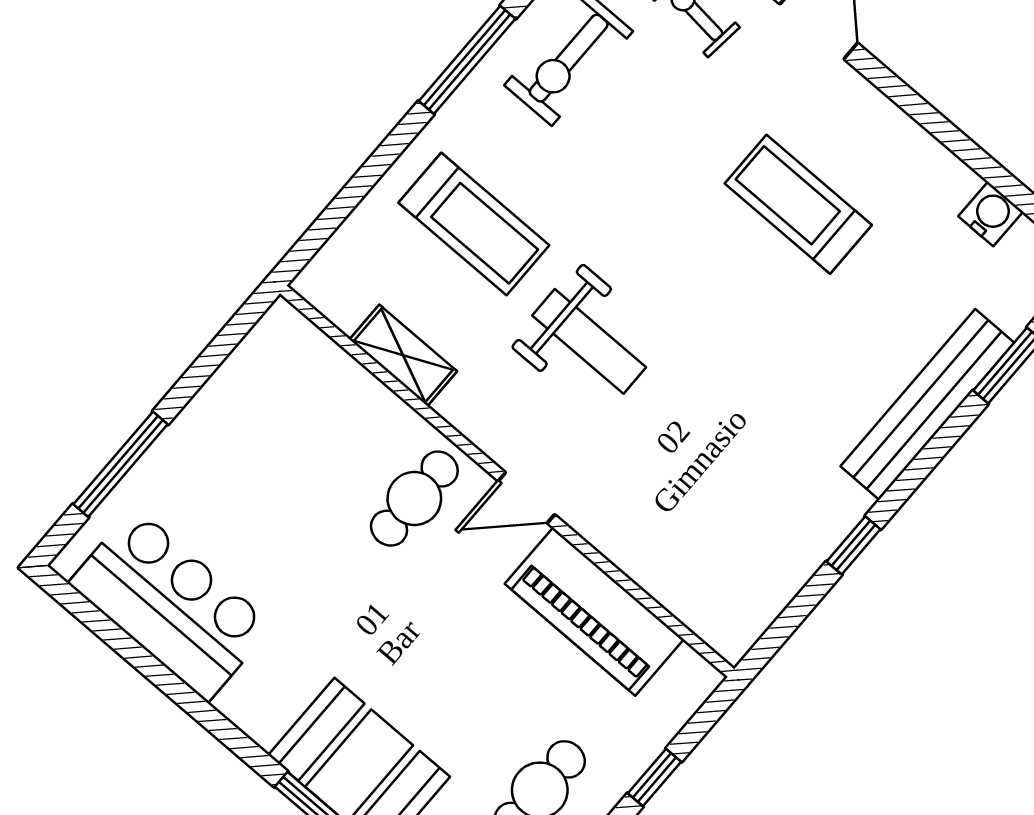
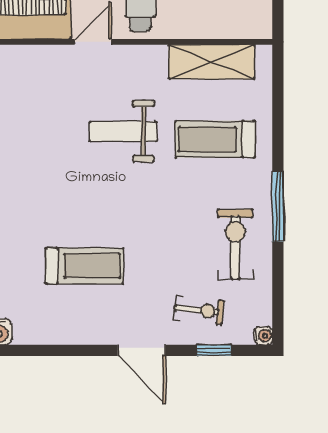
shelving: (403, 355) -> (212, 62), width x1.50, depth x1.33

